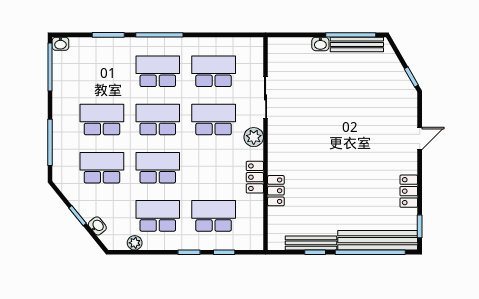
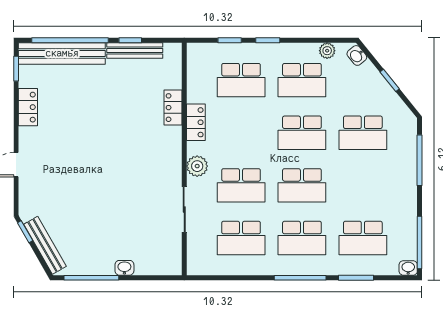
bench: (357, 44) -> (45, 245), moved, turned 60
school desk: (102, 119) -> (363, 238), moved
washbasin: (97, 226) -> (357, 55), moved

